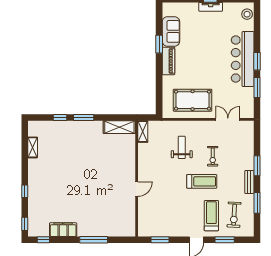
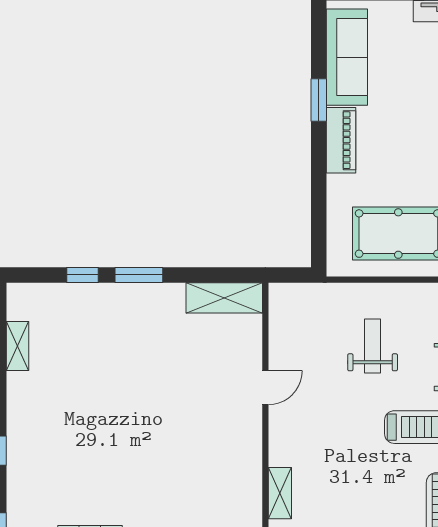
sofa: (171, 31) -> (347, 57), width x1.36
shelving: (143, 132) -> (280, 493), moved
door: (137, 189) -> (265, 388), moved

